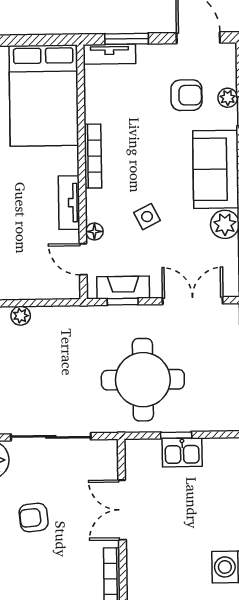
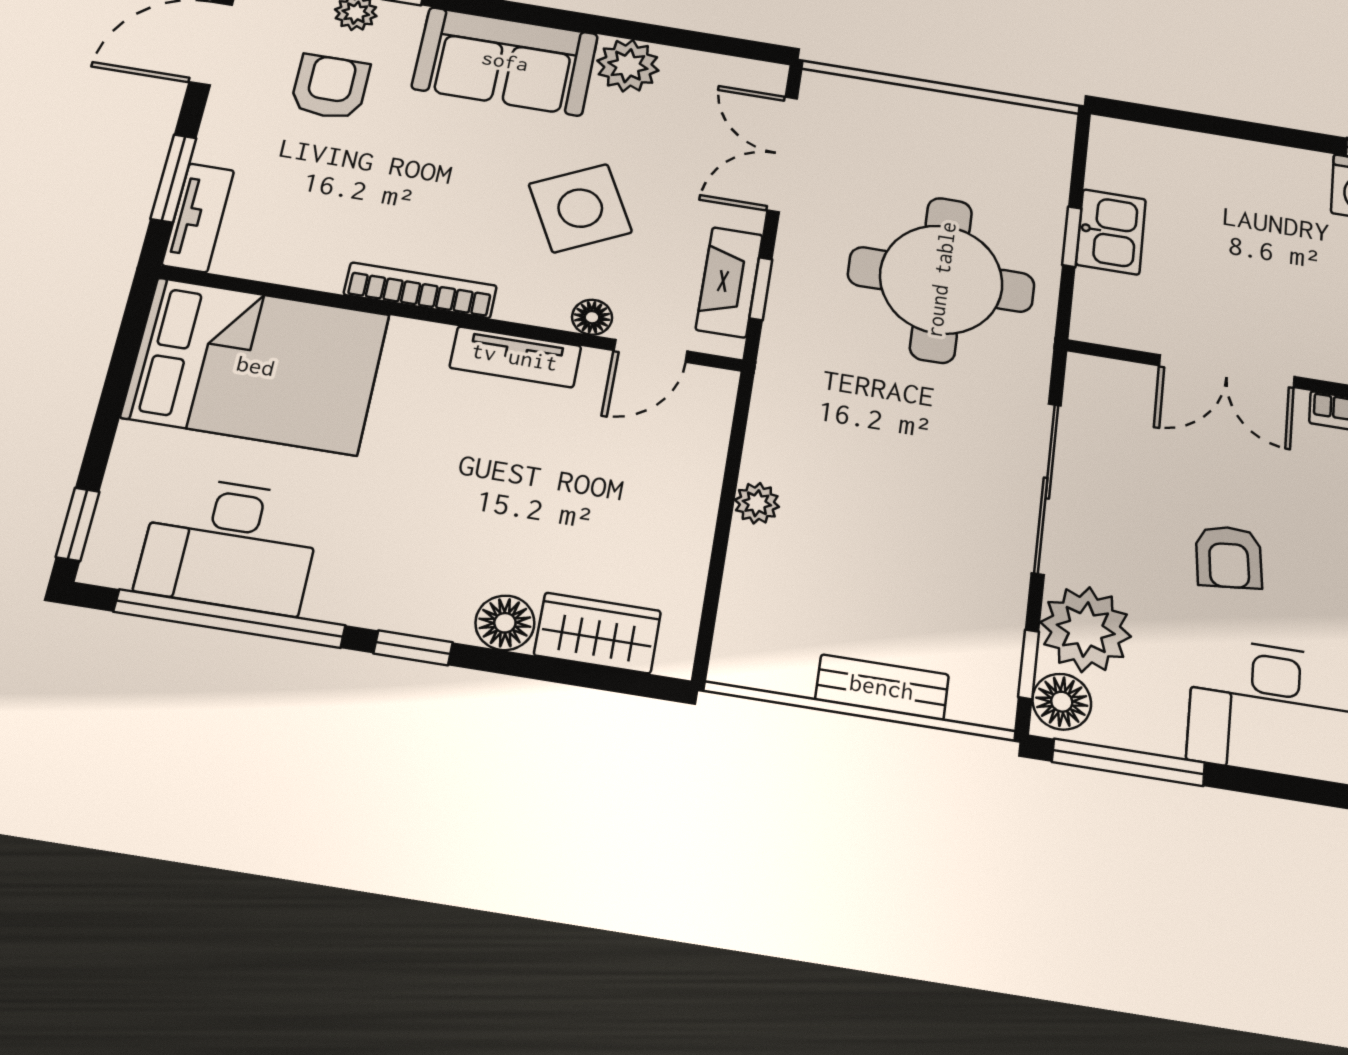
side table: (147, 217) -> (580, 208), width x1.87, depth x1.87

